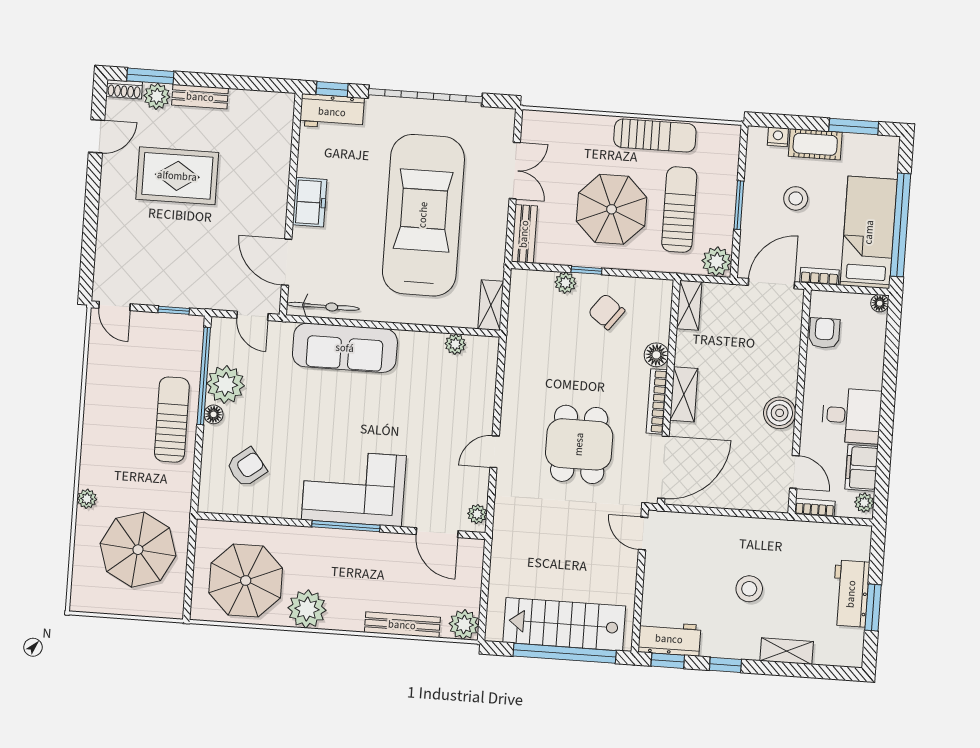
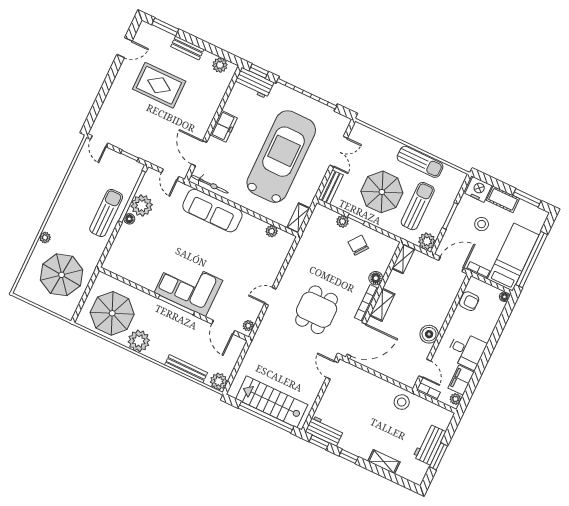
shoe rack: (124, 89) -> (149, 28), removed
plant: (157, 96) -> (220, 65), moved
nightstand: (778, 137) -> (478, 189), width x1.89, depth x1.79
armchair: (824, 333) -> (469, 301), turned 90
armchair: (247, 467) -> (136, 254), removed
stool: (749, 589) -> (402, 402), moved

